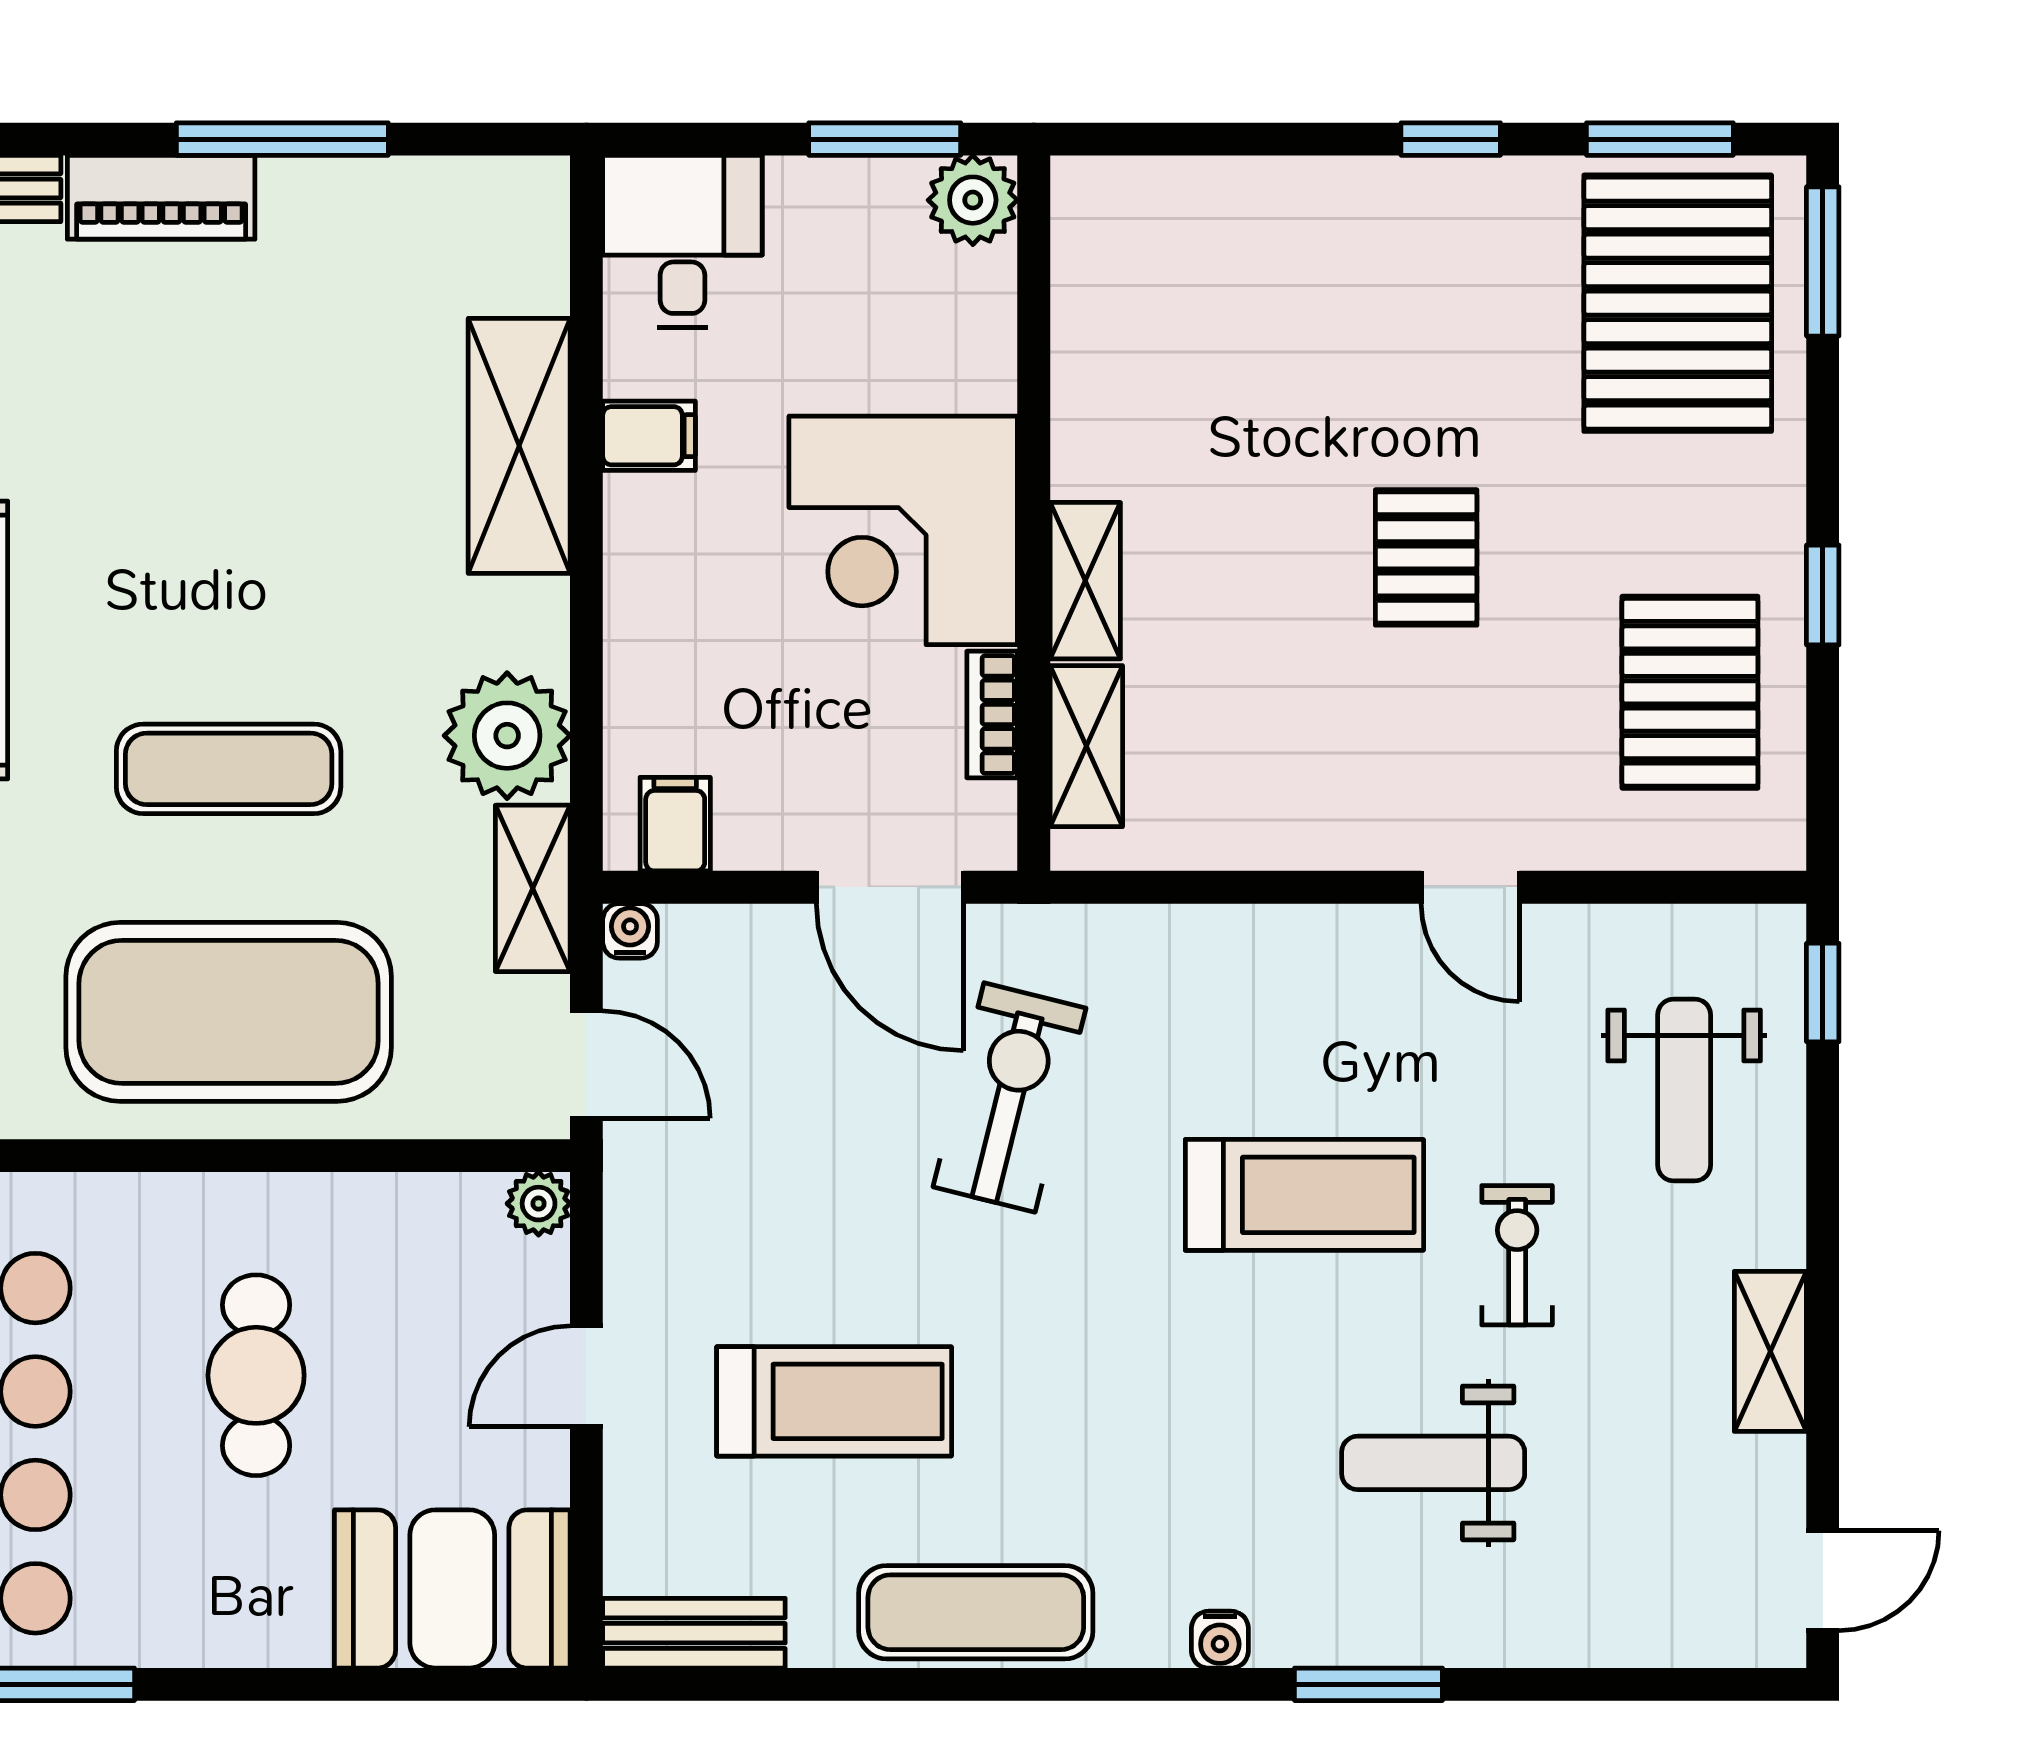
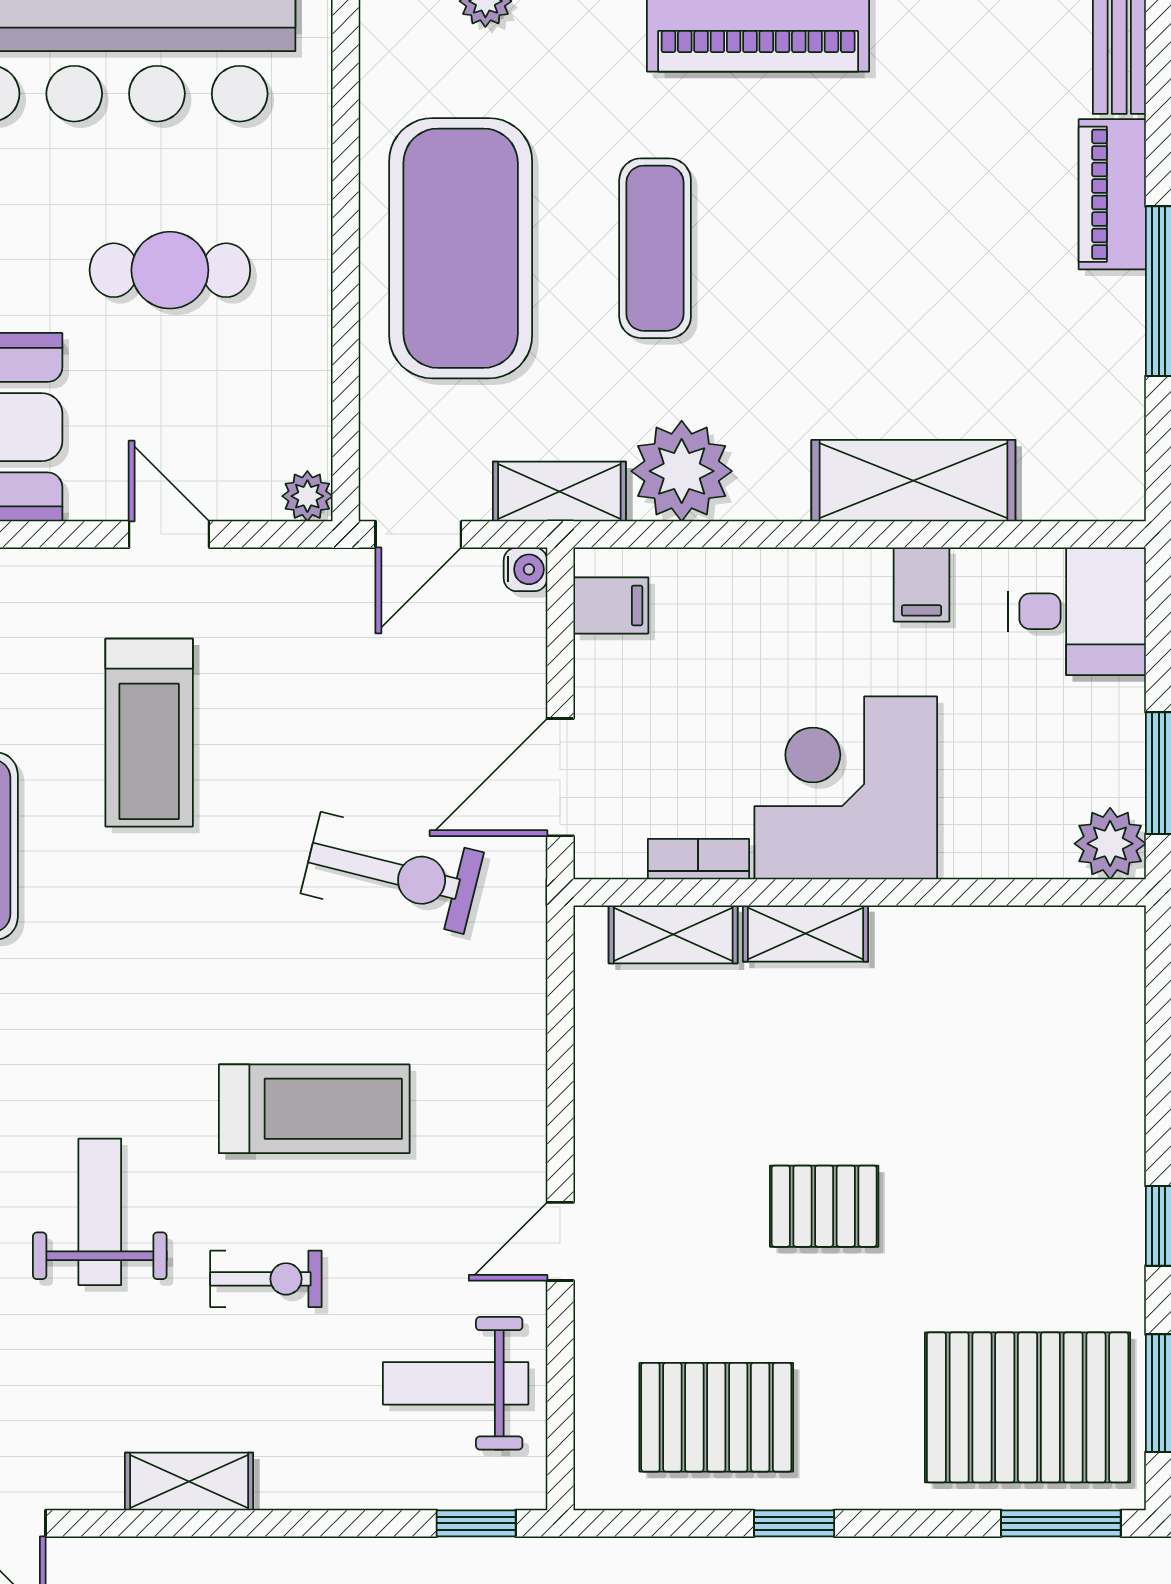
weight bench: (1684, 1090) -> (456, 1383), moved
treadmill: (1304, 1195) -> (314, 1109), turned -90

